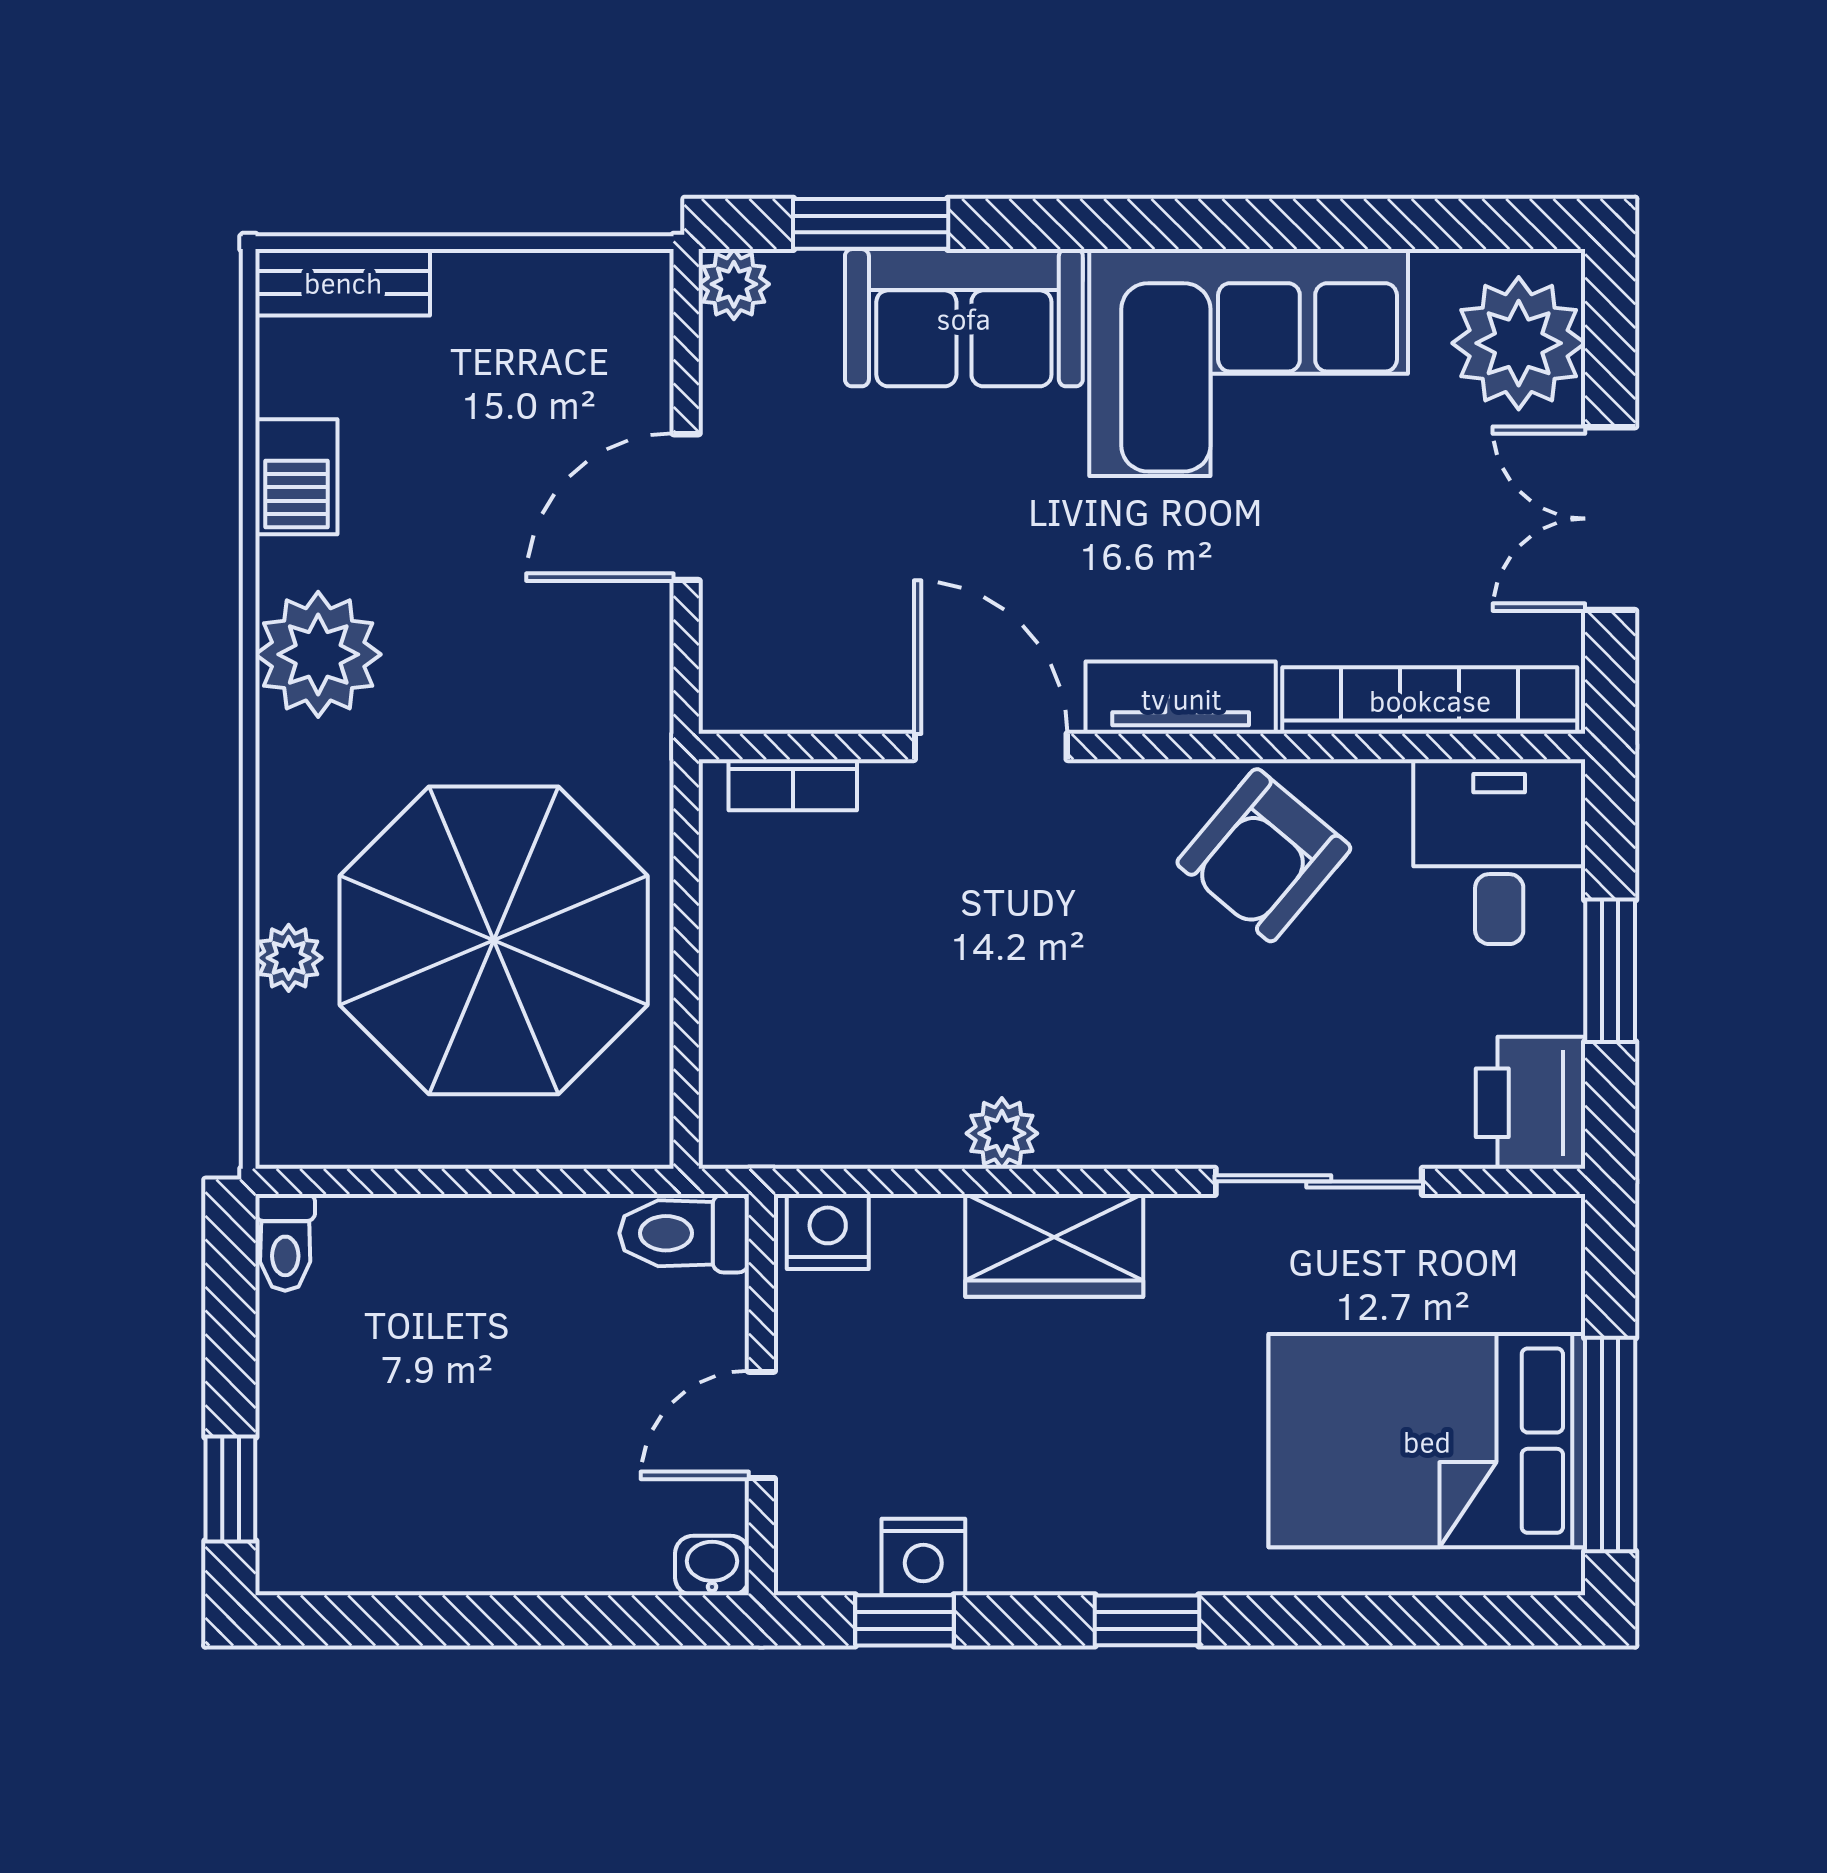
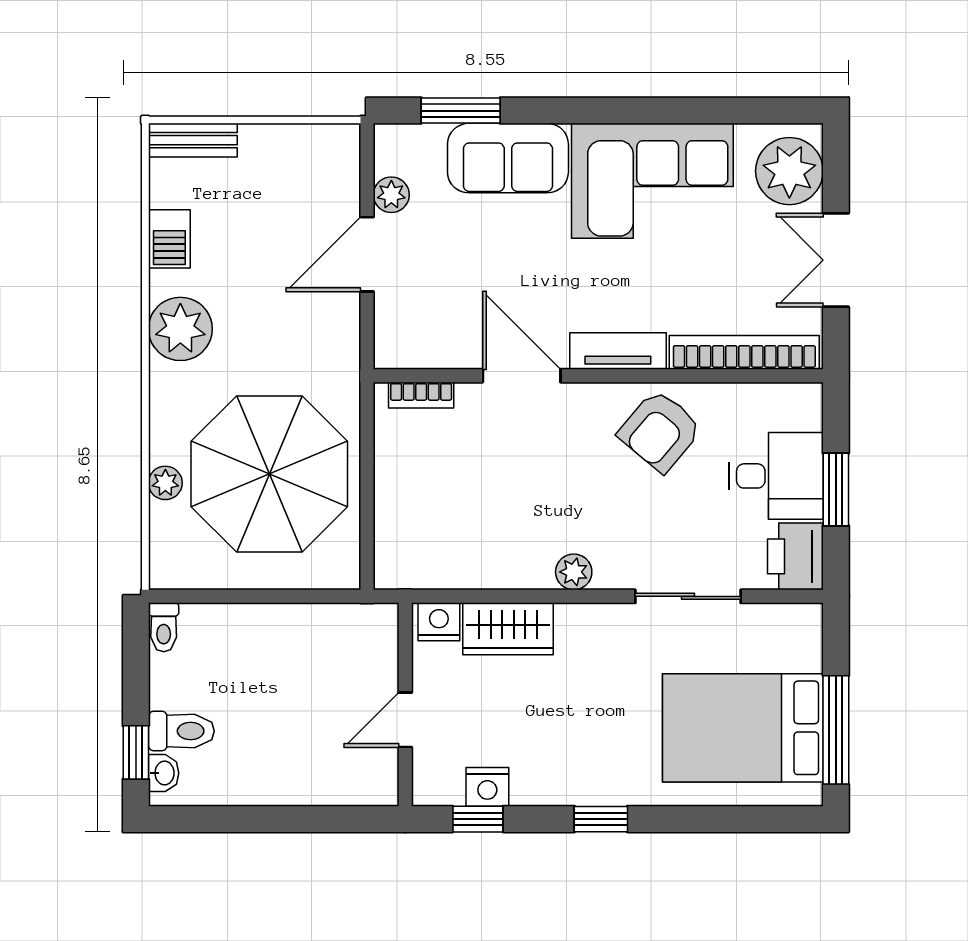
plant: (734, 284) -> (391, 195), moved
desk: (1499, 852) -> (776, 476), moved, turned 90
plant: (1002, 1133) -> (574, 572), moved
toilet: (684, 1233) -> (181, 731), moved, turned 180
wardrobe: (1054, 1245) -> (508, 629), moved
washbasin: (712, 1565) -> (164, 773), moved, turned 90

